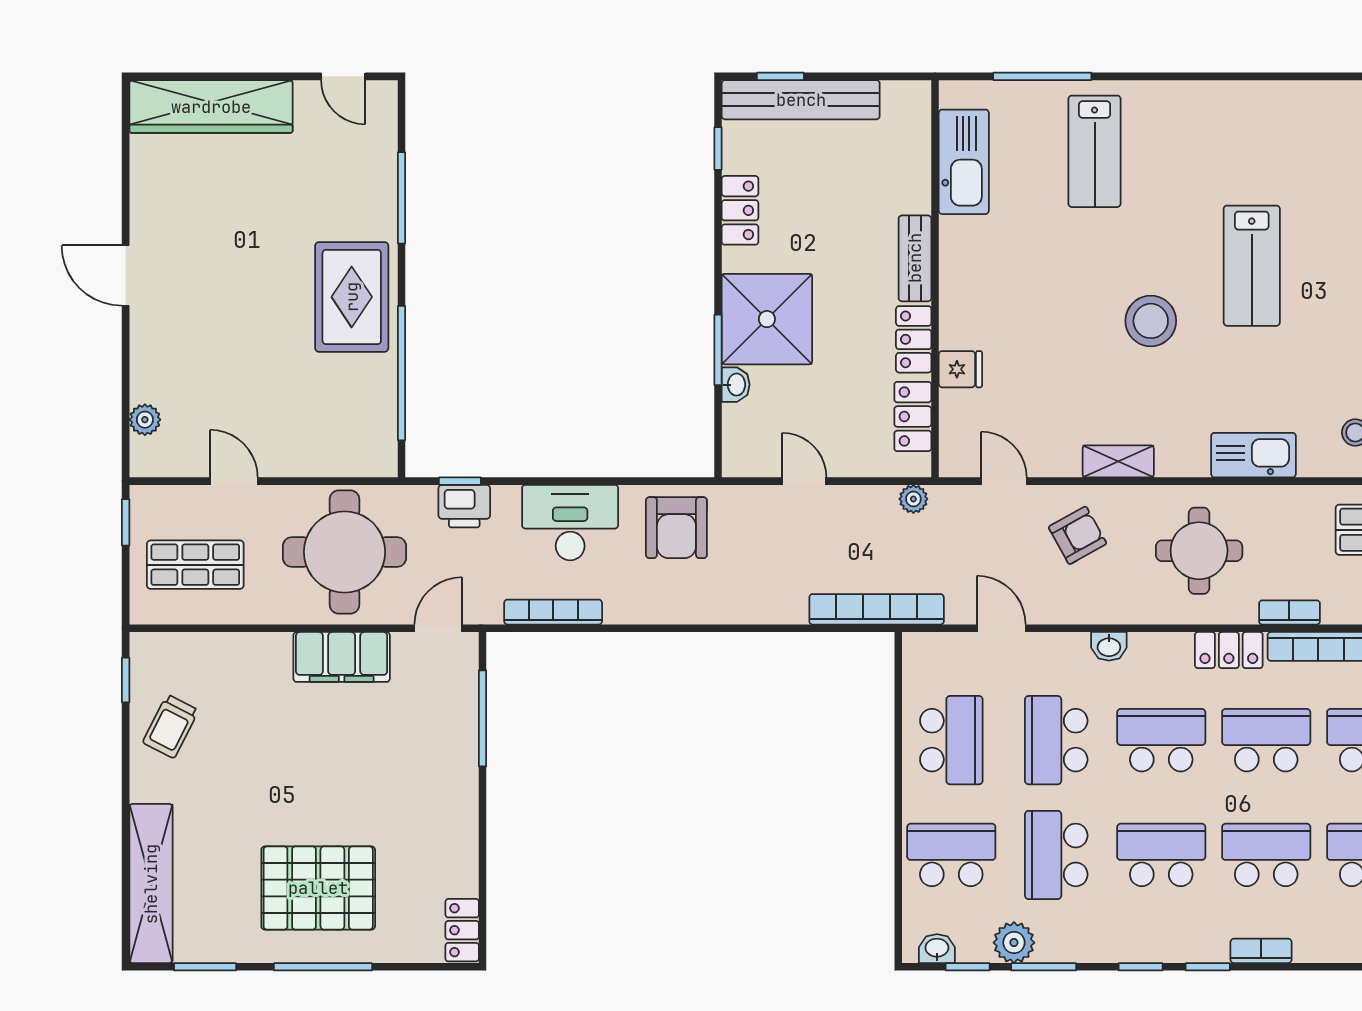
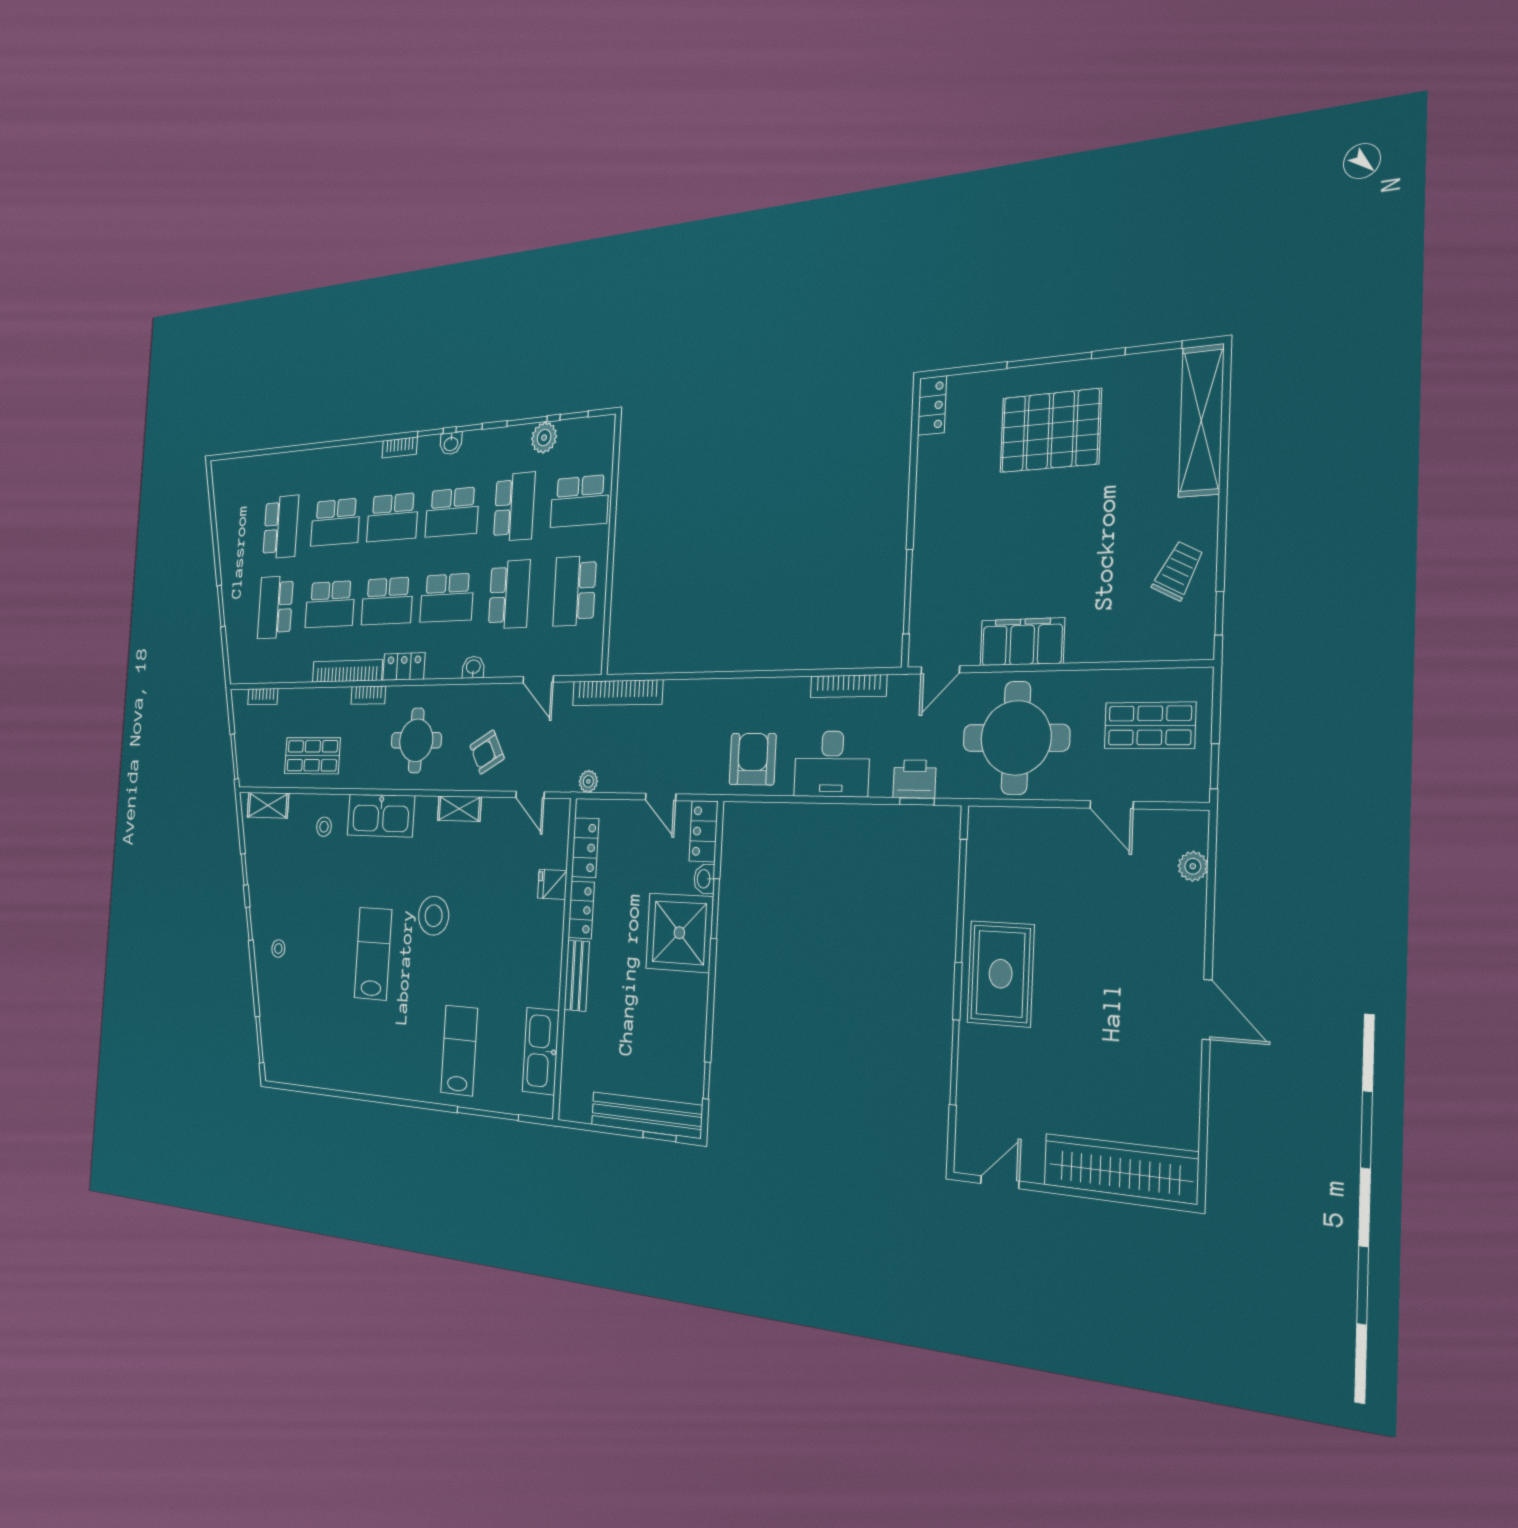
door: (343, 76) -> (1000, 1182), hinge flipped
locker: (740, 210) -> (703, 831), moved
kitchen sink: (1253, 455) -> (381, 816), width x1.36, depth x1.24
washbasin: (937, 949) -> (451, 443), moved

